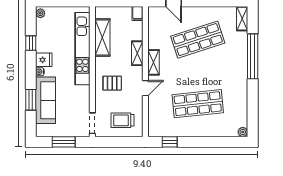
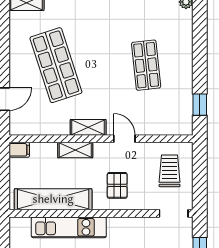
shelving: (102, 38) -> (53, 199), width x1.47
kitchen unit: (82, 49) -> (69, 227), width x0.73
shop shelf: (198, 104) -> (146, 65), width x0.70, depth x0.74
trolley: (123, 120) -> (170, 171), turned 180

